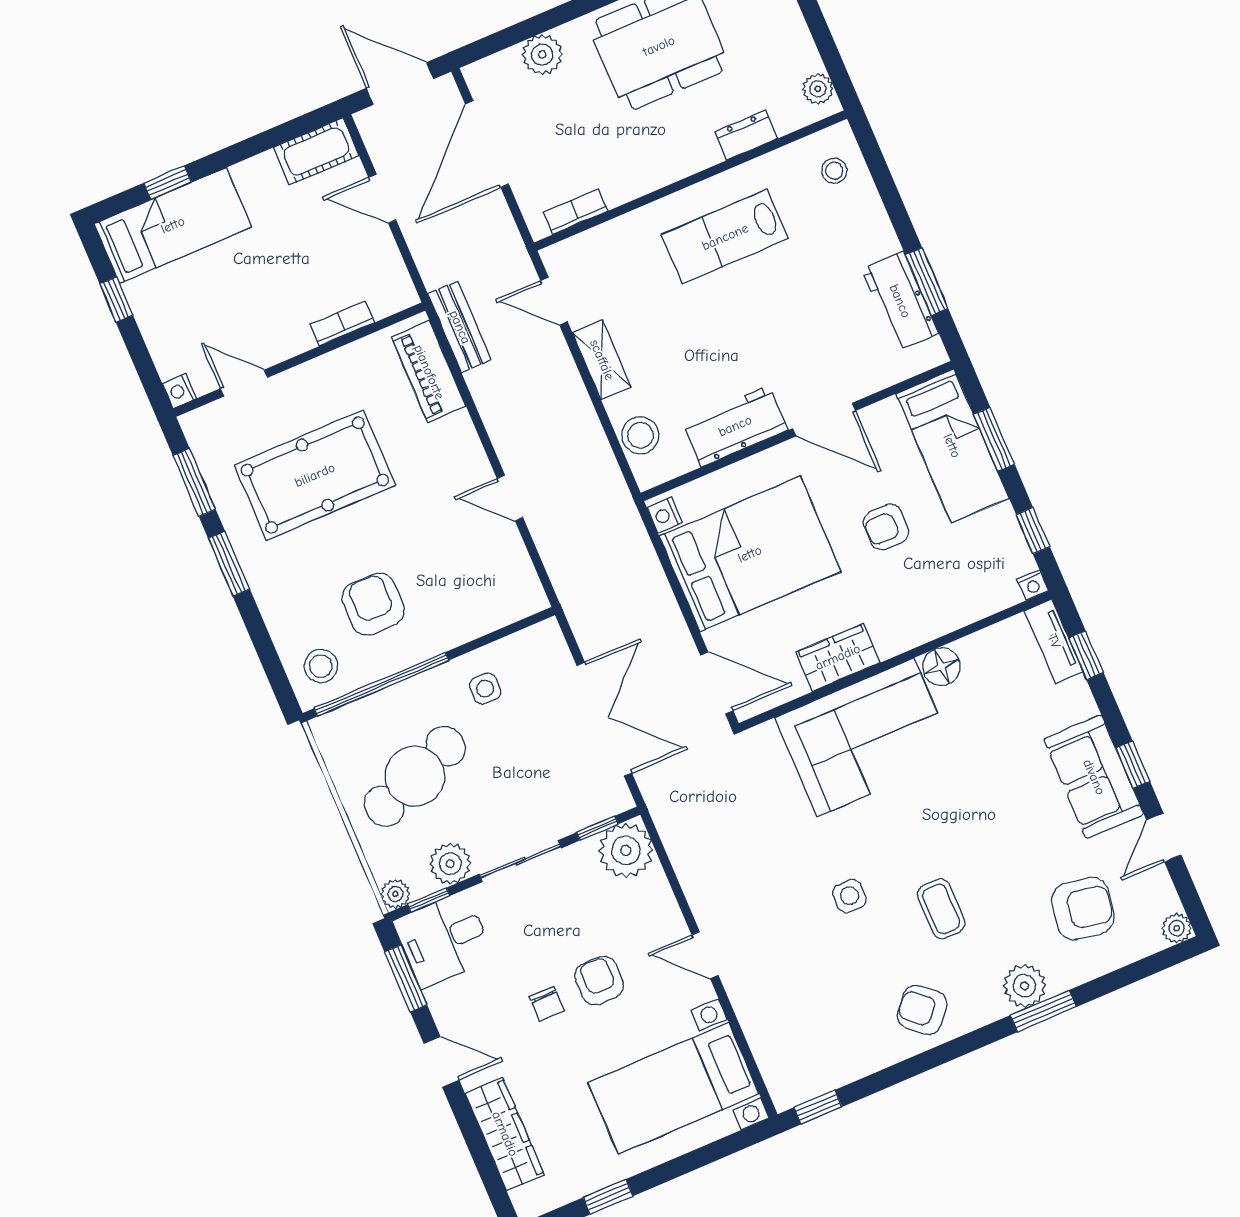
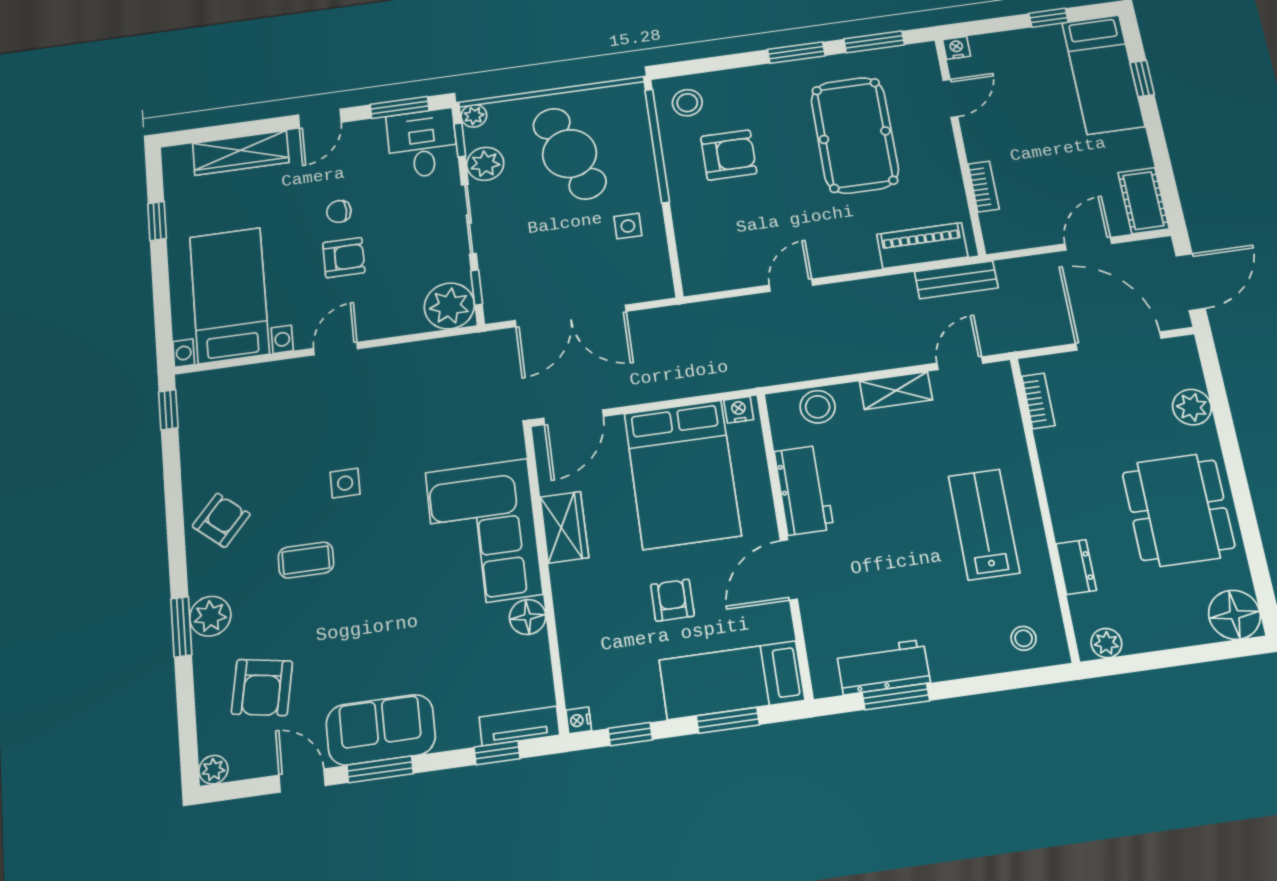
window: (1133, 765) -> (380, 769), width x1.50

